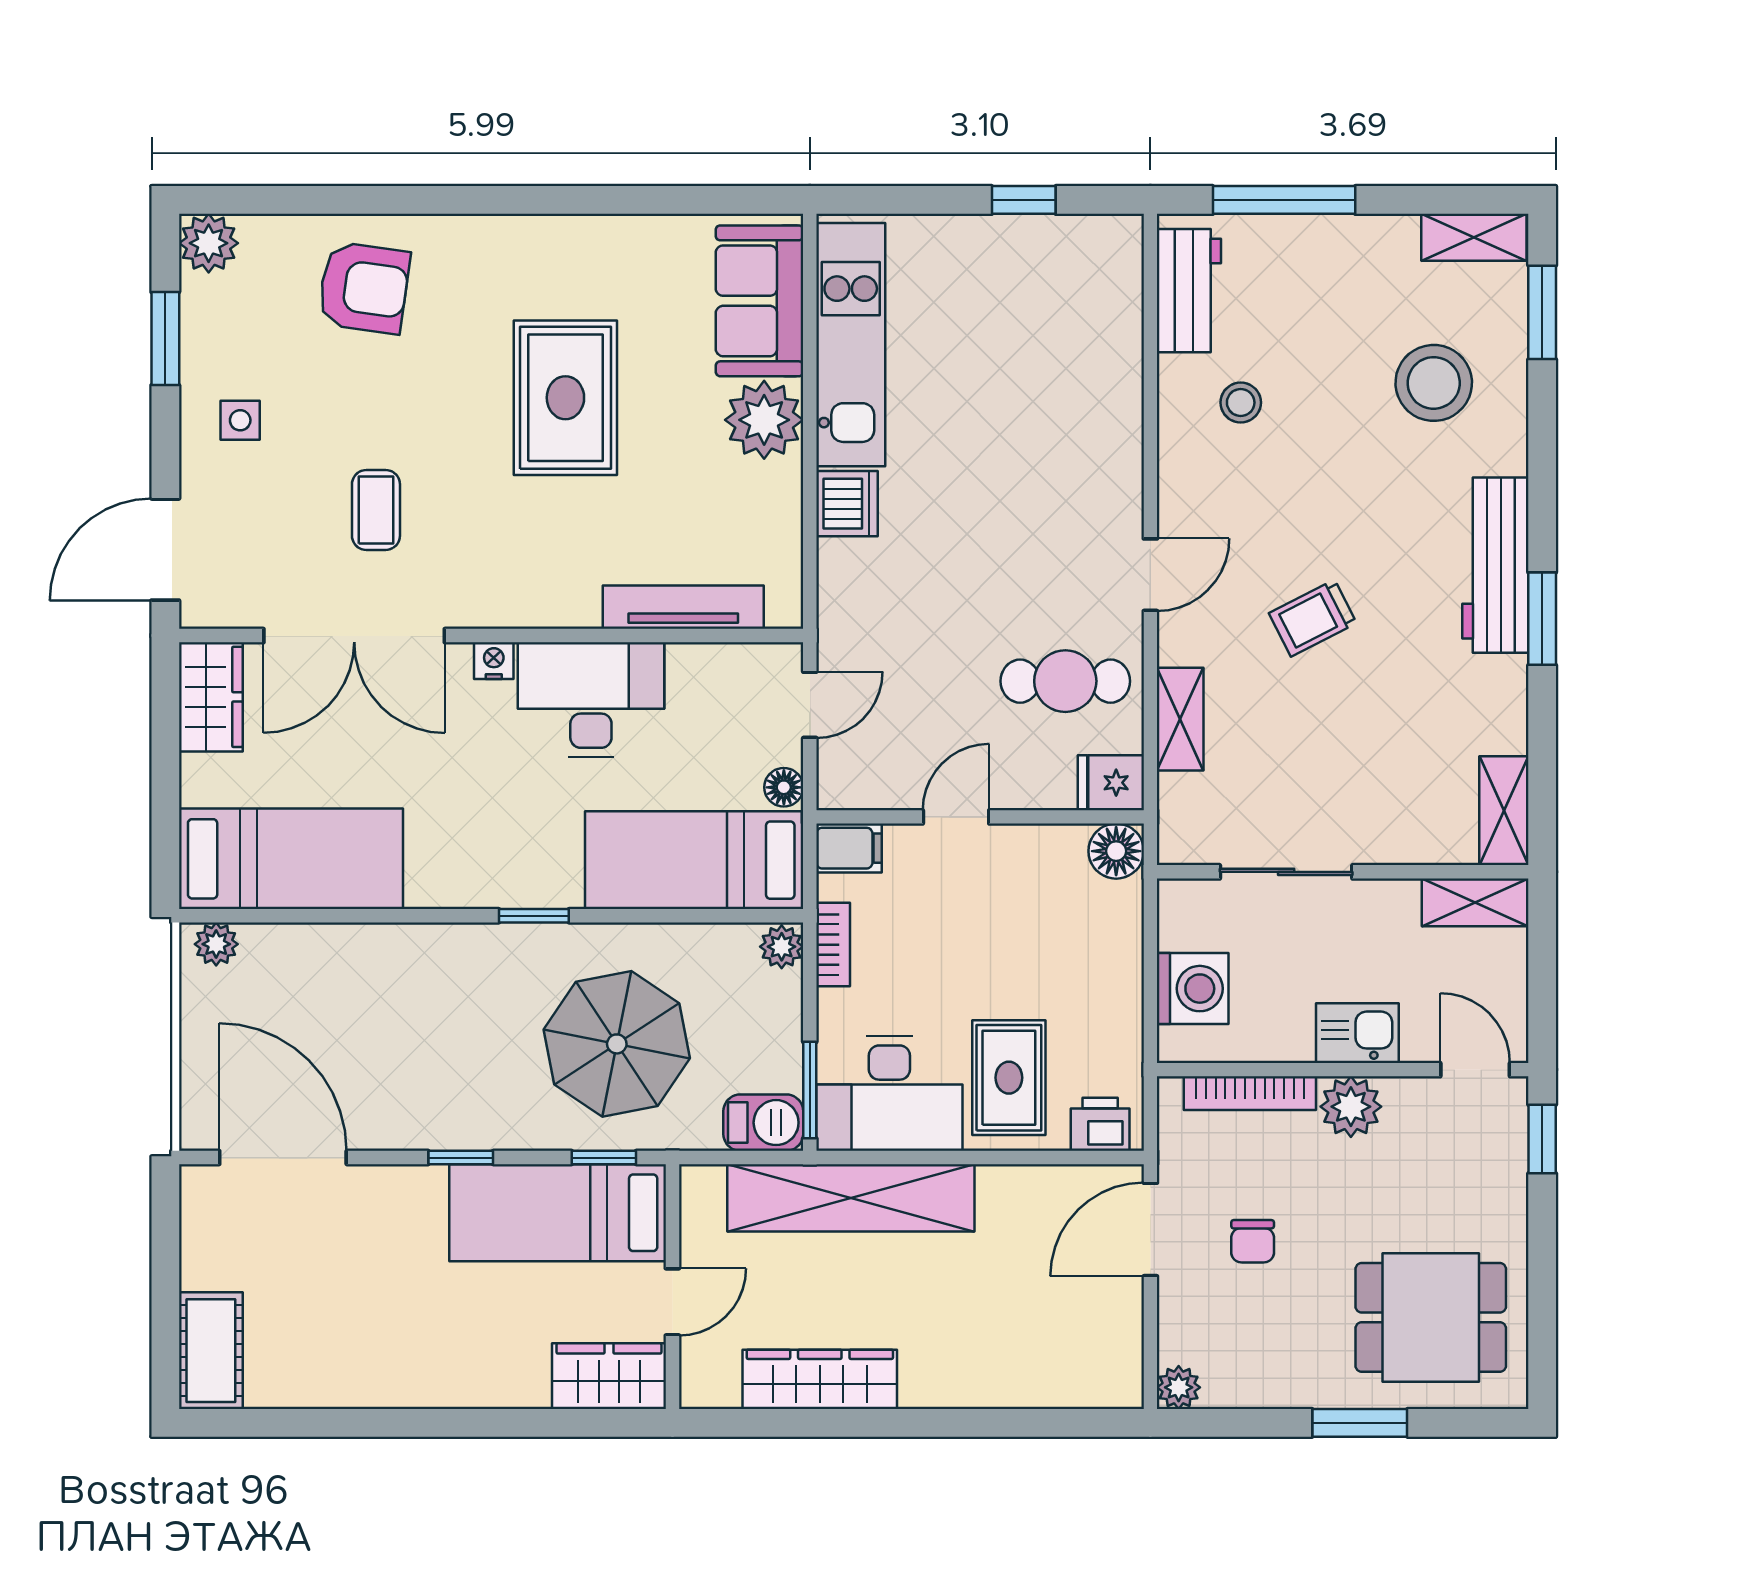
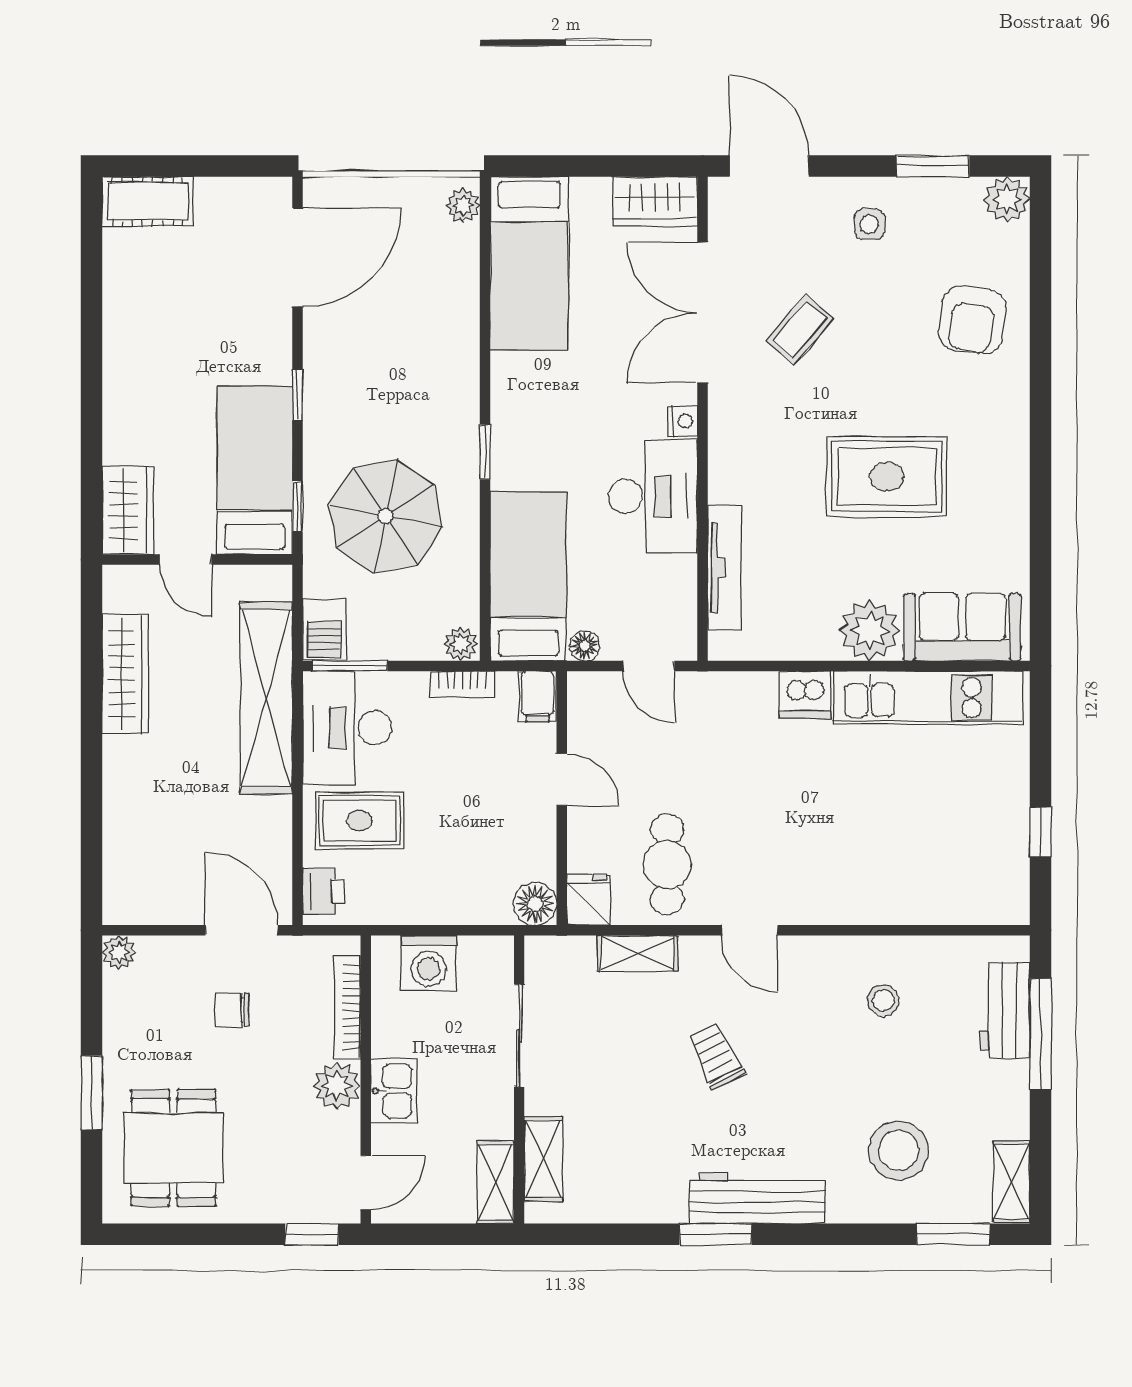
workbench: (1189, 291) -> (1005, 1010), moved, turned 90
coffee table: (376, 510) -> (800, 329), turned -49
shelving: (1504, 811) -> (543, 1159), moved, turned 90

